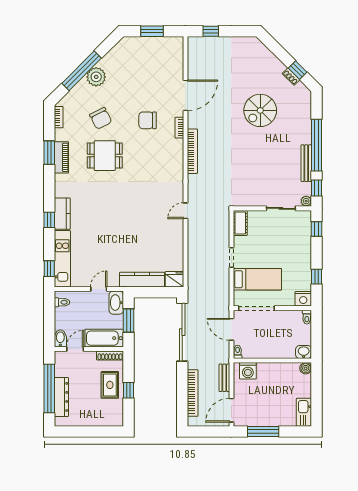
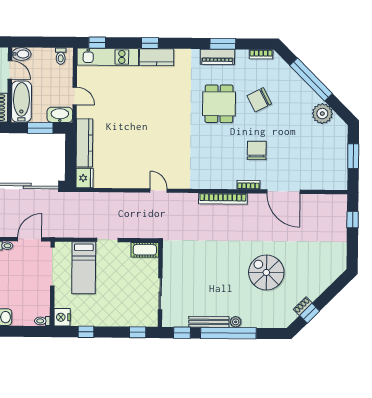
plant: (96, 77) -> (322, 114), moved
plant: (306, 201) -> (236, 322), moved

